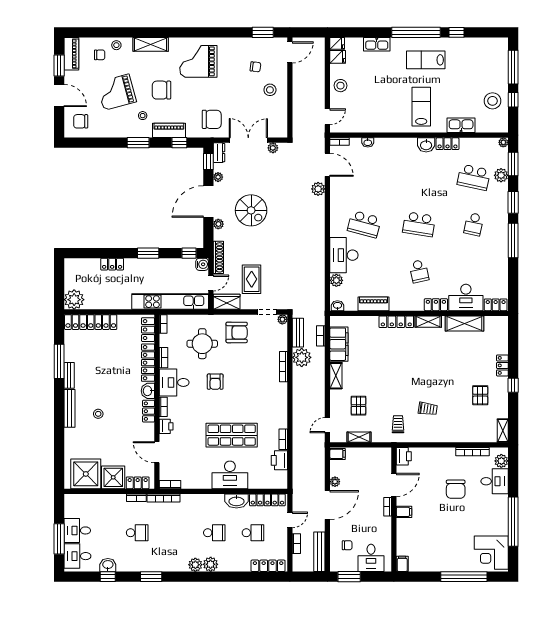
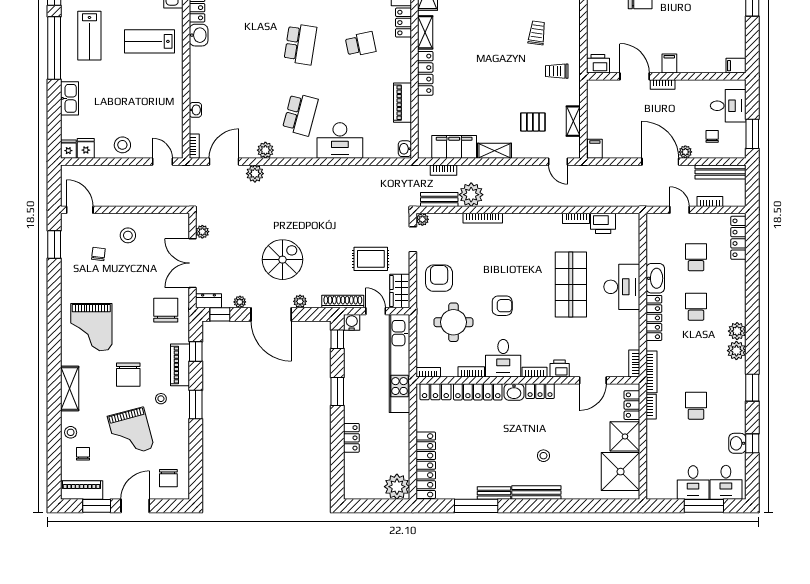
plant: (336, 280) -> (265, 150), moved
plant: (335, 482) -> (685, 152), moved
locker: (267, 500) -> (654, 318), moved
plant: (211, 564) -> (736, 351), moved

